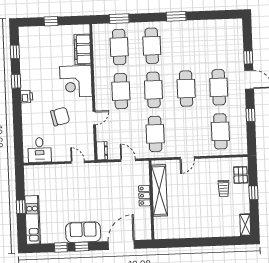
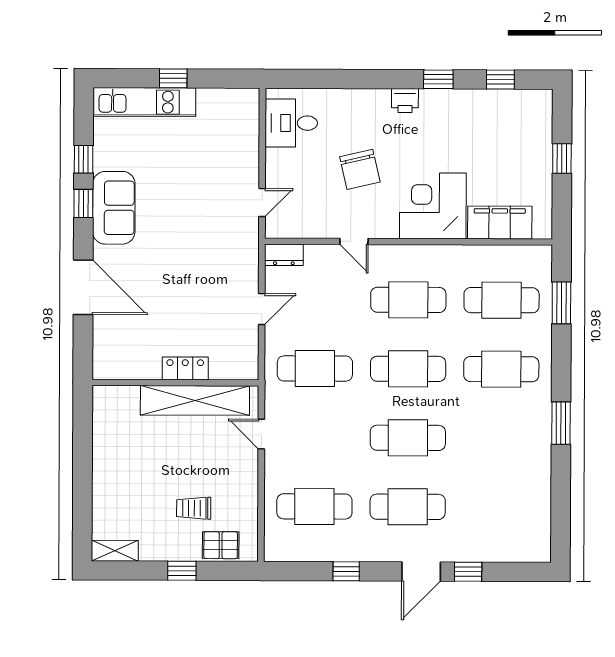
shelving: (159, 190) -> (195, 400), moved
locker: (144, 196) -> (185, 368), moved
wall: (151, 200) -> (175, 383), moved

